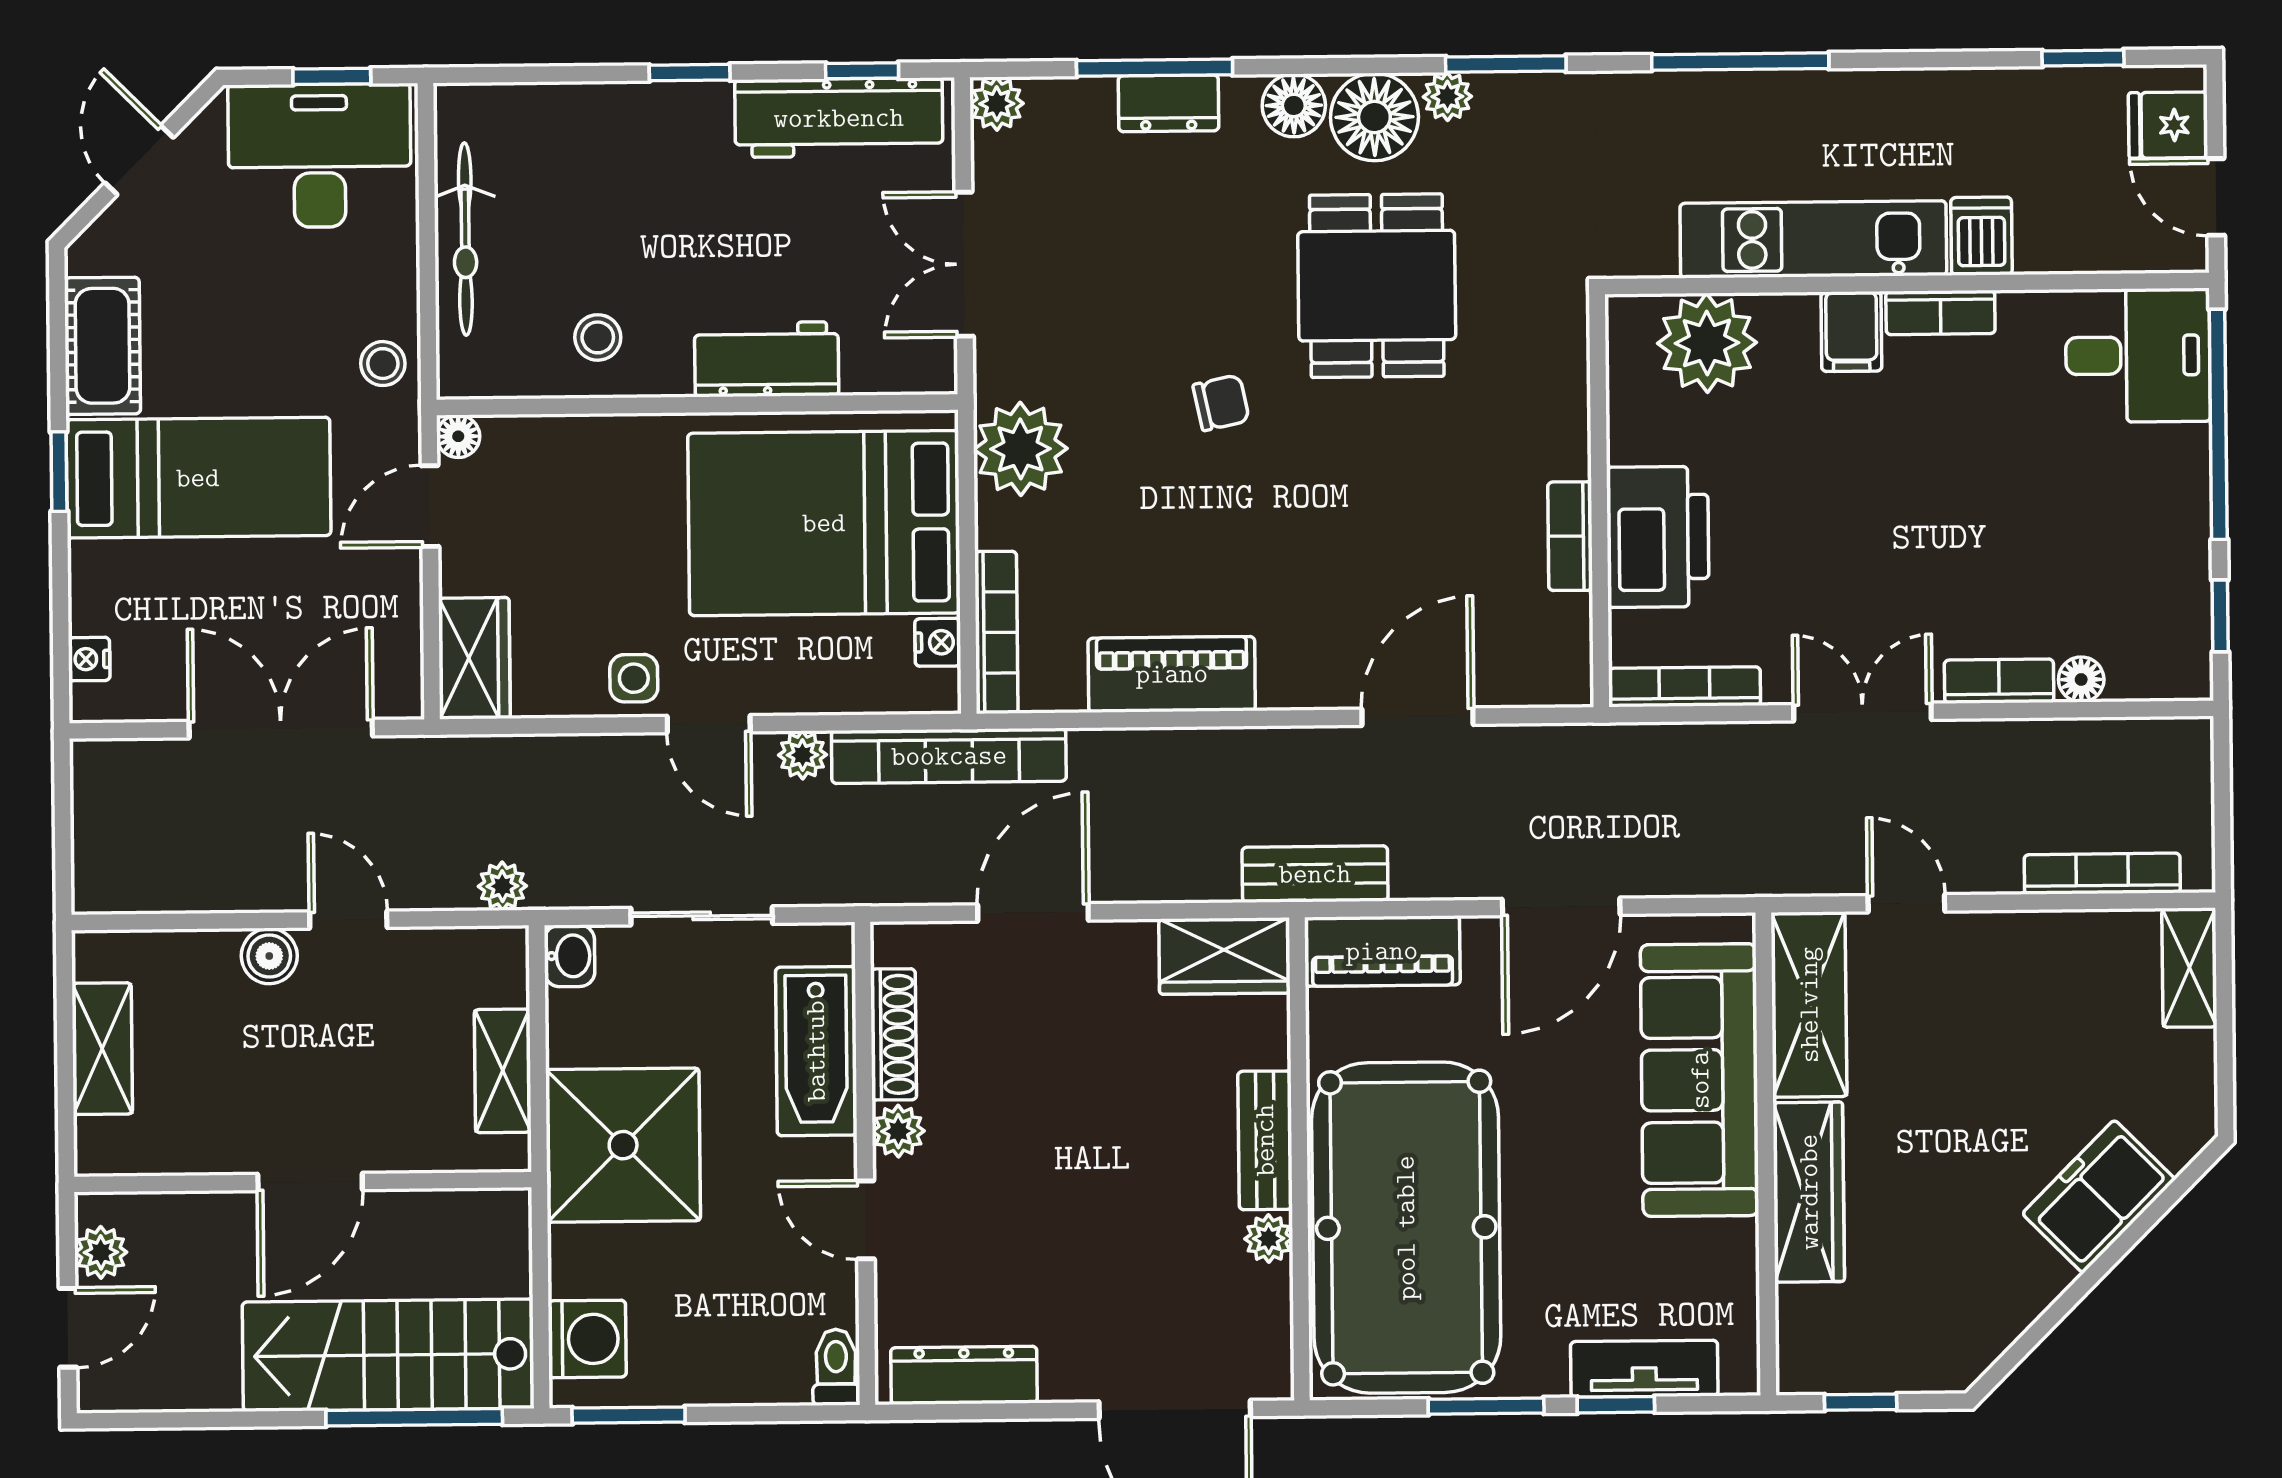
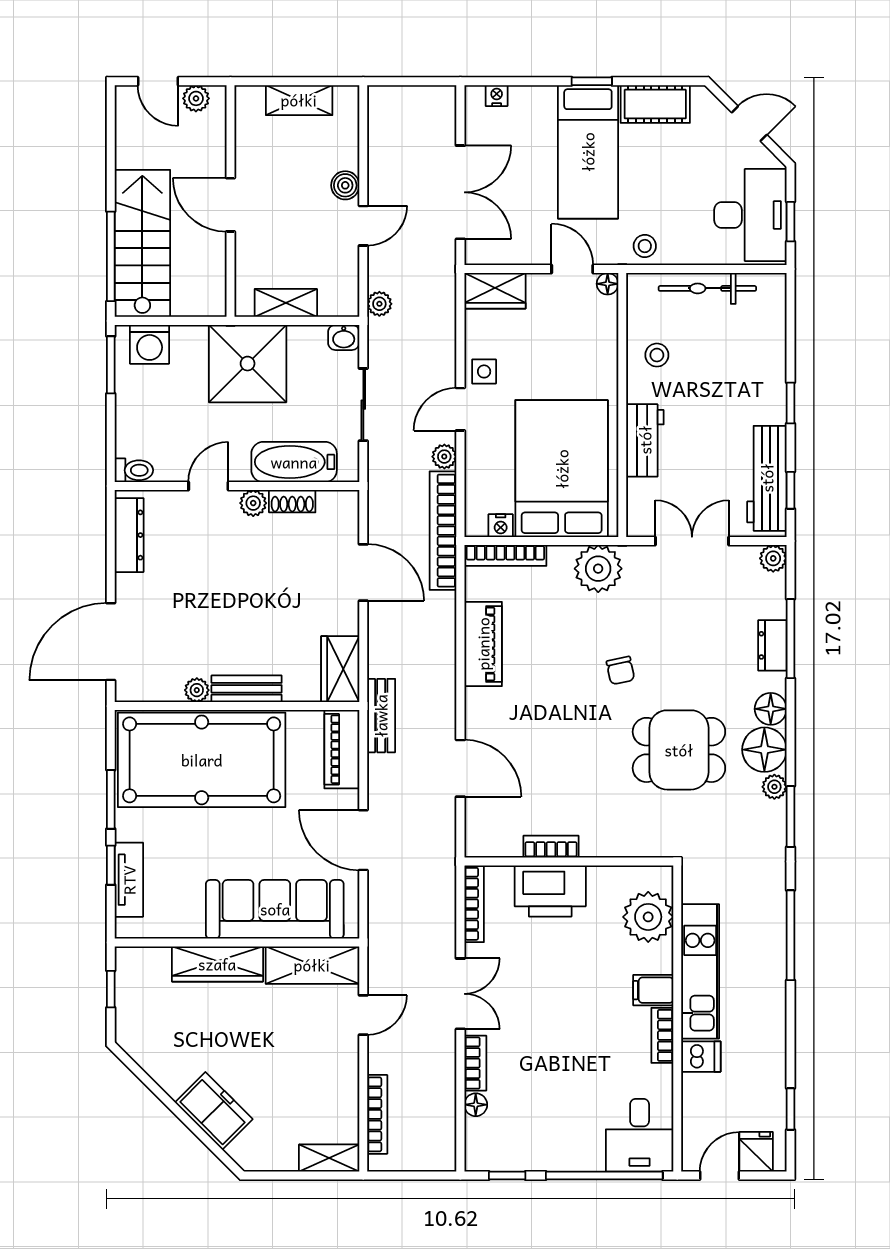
shoe rack: (894, 1034) -> (292, 501), width x0.70

